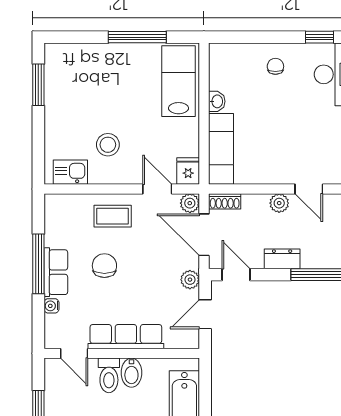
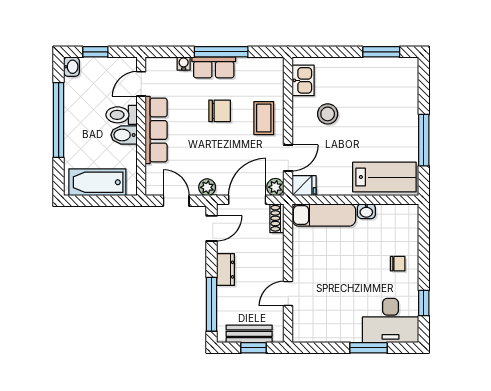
plant: (279, 203) -> (275, 267), removed

